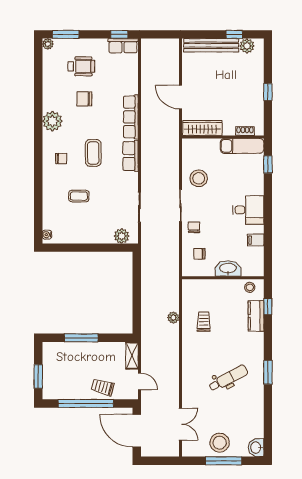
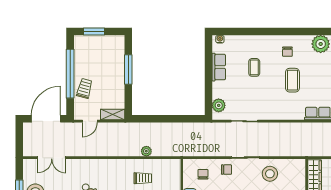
coffee table: (93, 153) -> (292, 80), turned 90
row of seats: (131, 156) -> (219, 67), moved, turned 90

